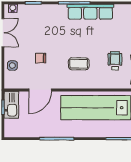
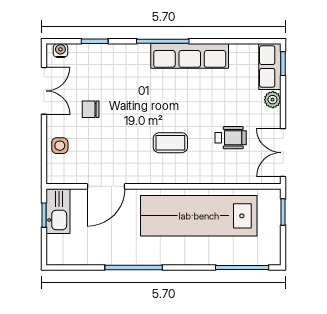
chair: (41, 58) -> (91, 109), moved
wheelchair: (115, 61) -> (231, 138), turned 90

